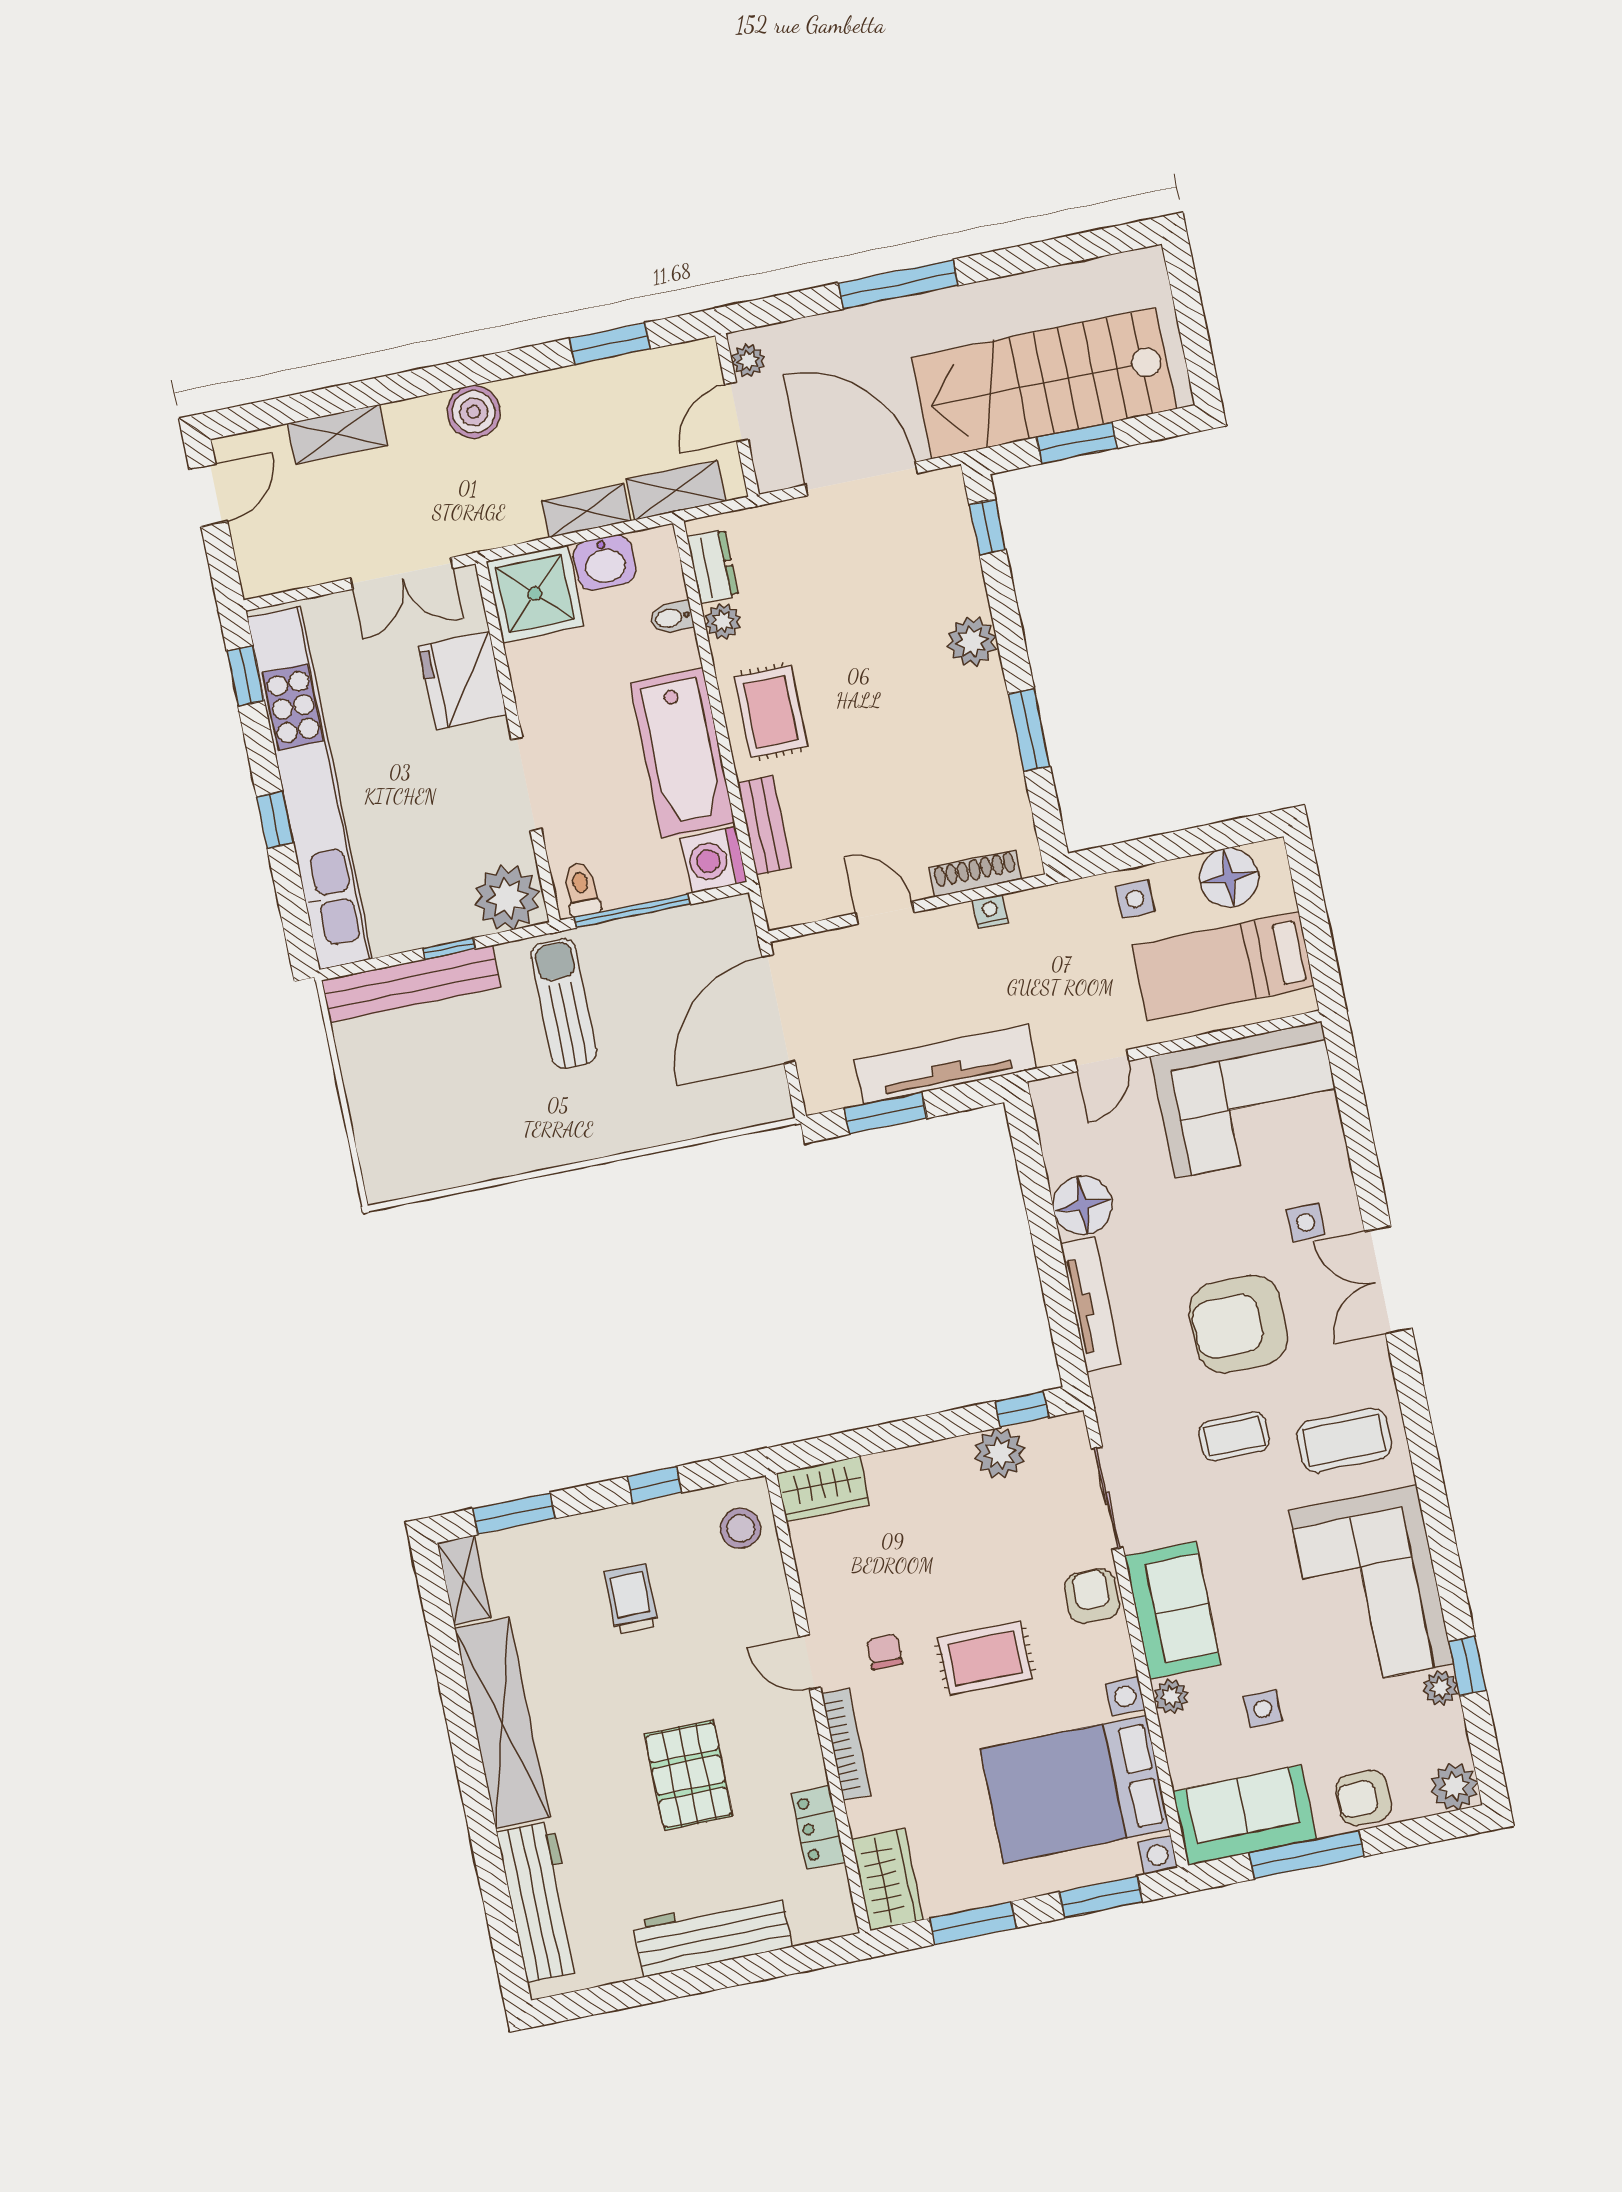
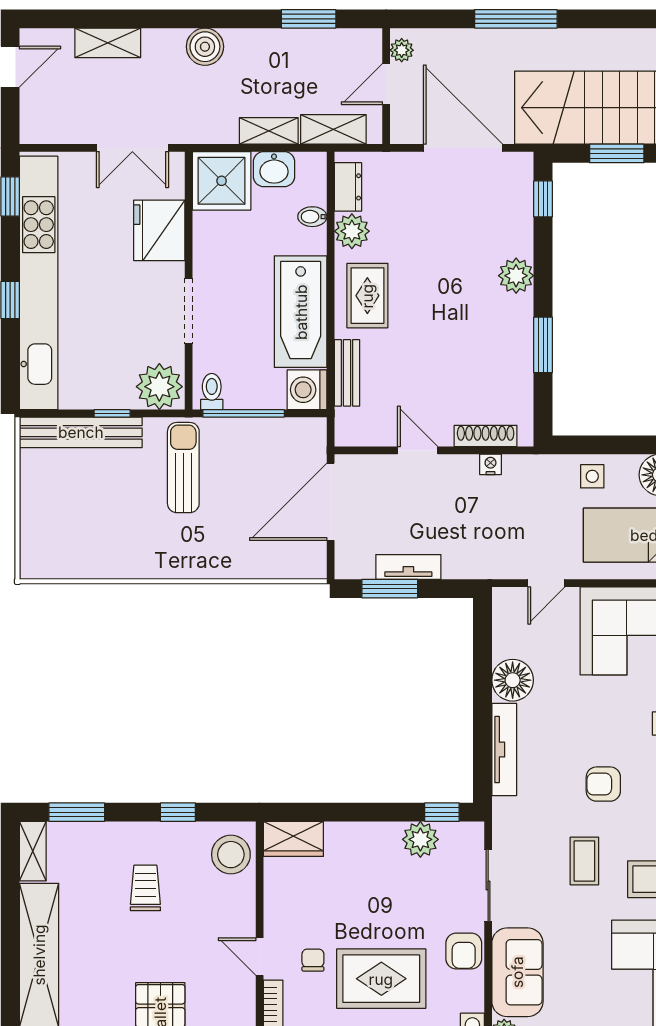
plant: (723, 621) -> (352, 231), width x1.38, depth x1.38
tv unit: (946, 1064) -> (408, 567), width x0.52, depth x0.78
armchair: (1238, 1324) -> (603, 784), width x0.53, depth x0.53
coffee table: (1234, 1436) -> (584, 861), turned 90
stool: (740, 1528) -> (231, 855), width x1.38, depth x1.38
armchair: (1092, 1596) -> (464, 951), turned 180
rug: (985, 1658) -> (381, 979), width x1.36, depth x1.43

